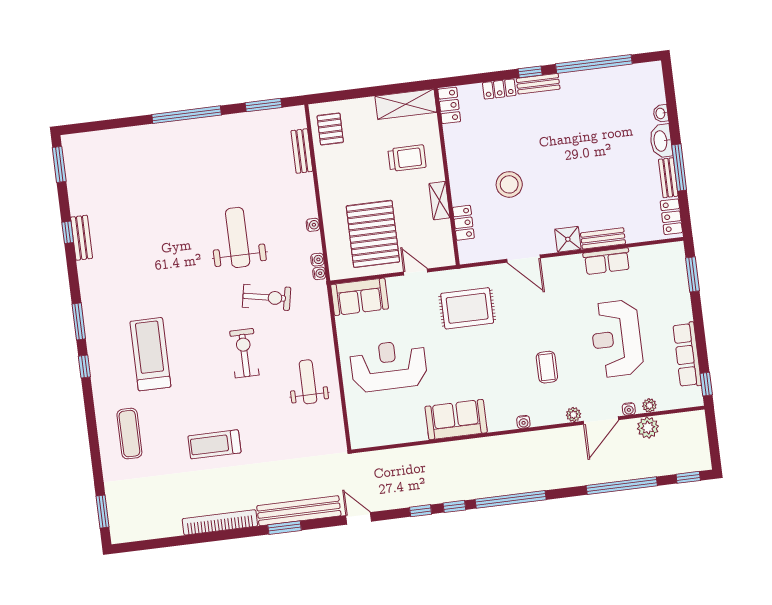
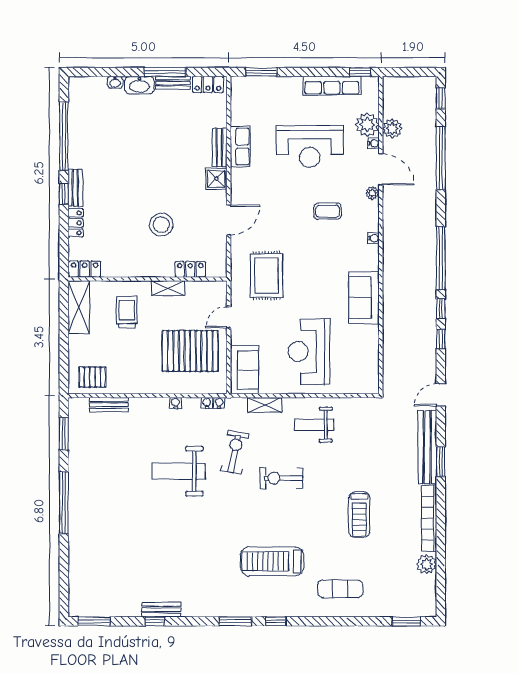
shelving: (323, 324) -> (264, 405), added
plant: (649, 405) -> (367, 125), width x1.87, depth x1.87
plant: (169, 526) -> (427, 564), added

